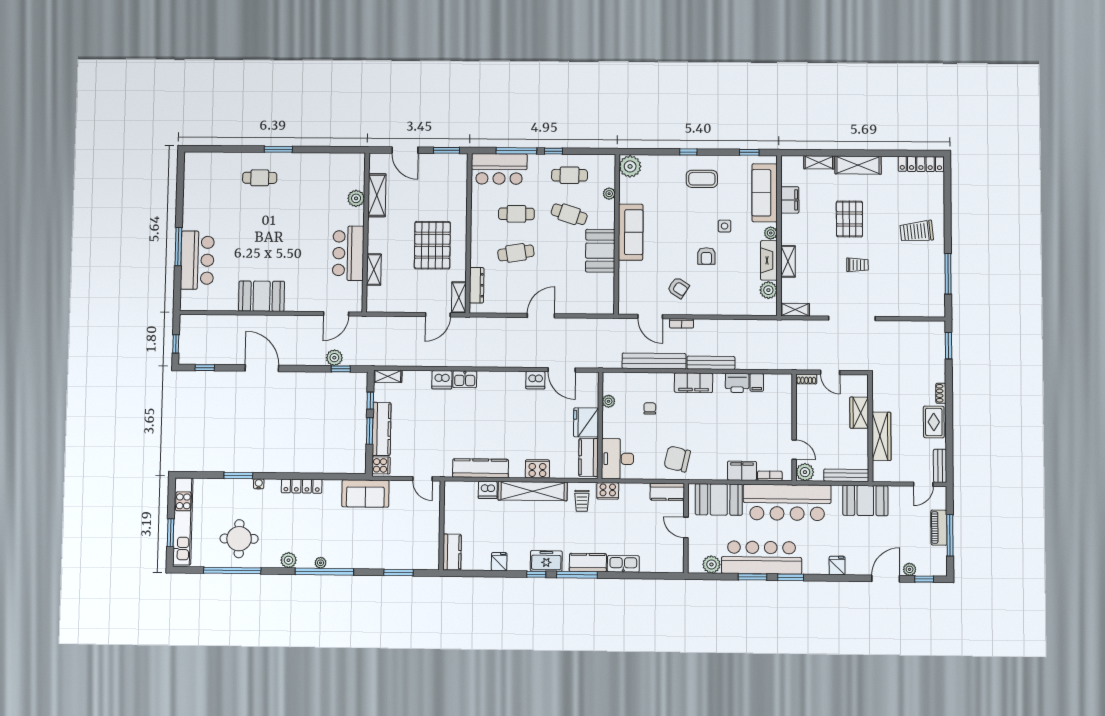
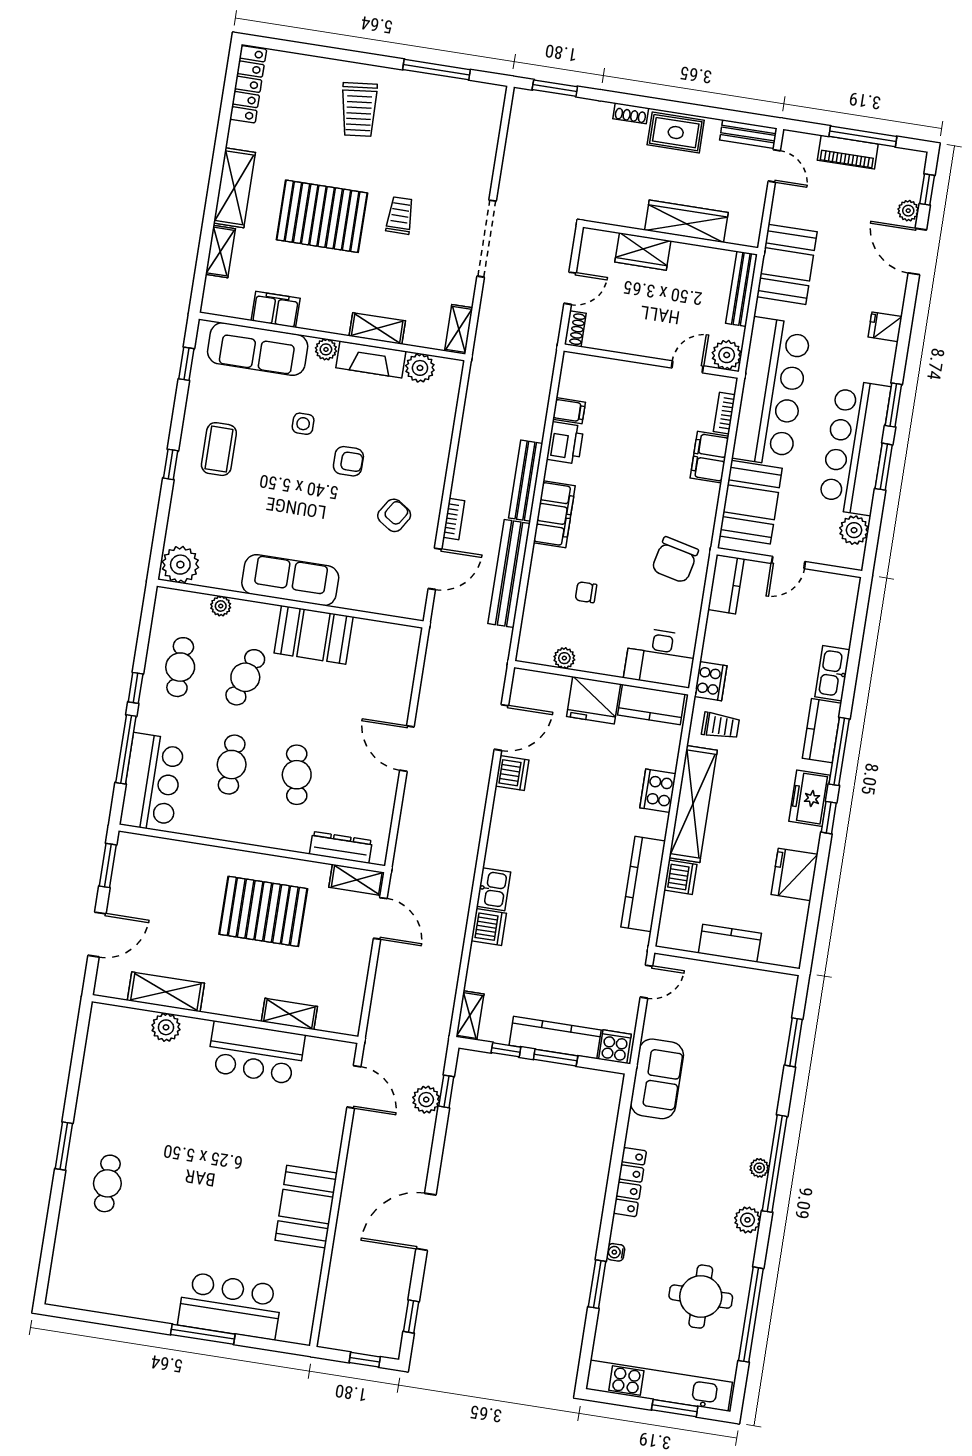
pallet: (849, 219) -> (322, 216), width x1.37, depth x1.41
kitchen counter: (452, 552) -> (730, 943), moved
fridge: (499, 562) -> (795, 874), width x1.88, depth x1.34

